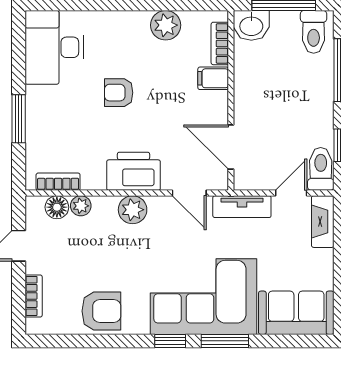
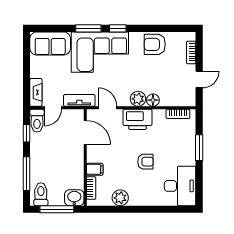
plant: (81, 206) -> (166, 101), removed
floor lamp: (57, 207) -> (153, 100), moved

